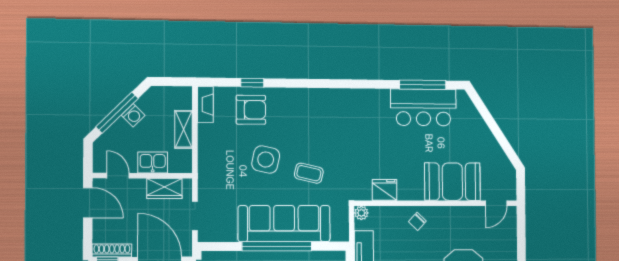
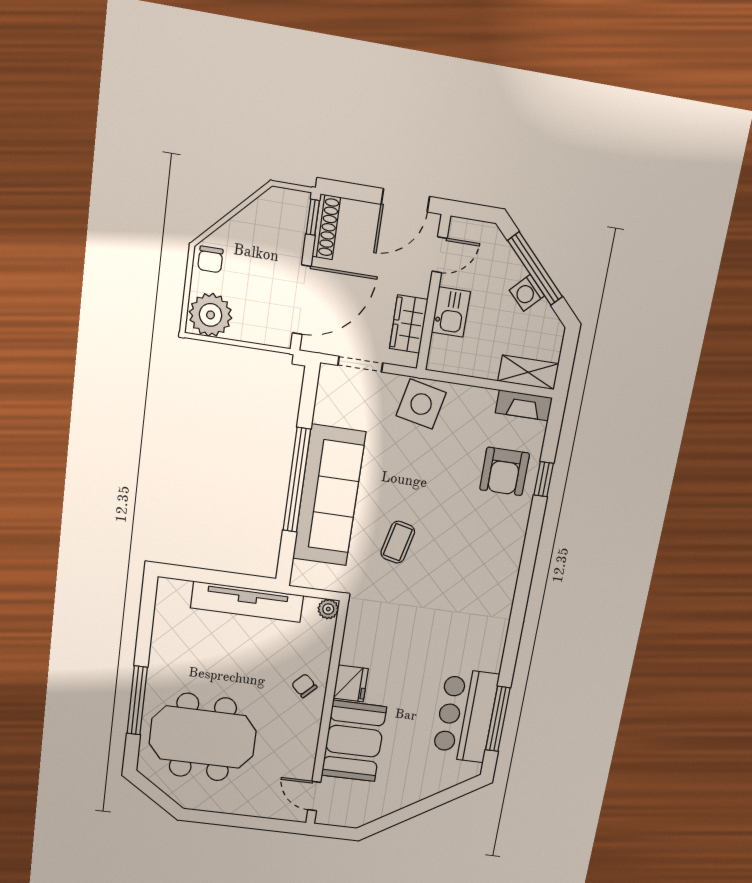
shelving: (184, 129) -> (528, 372), moved
side table: (266, 160) -> (421, 404), moved
fridge: (385, 190) -> (351, 683), moved

